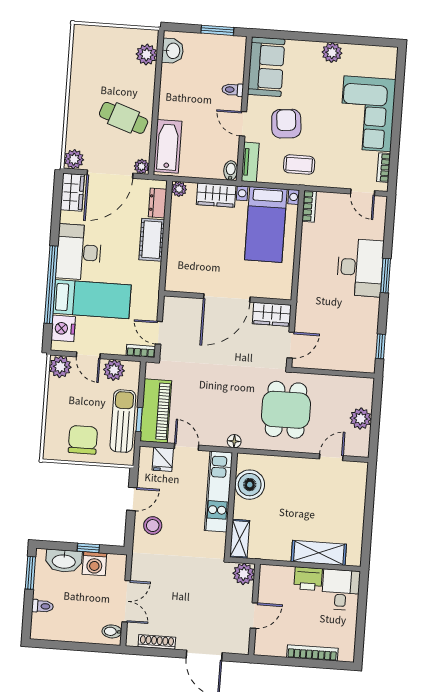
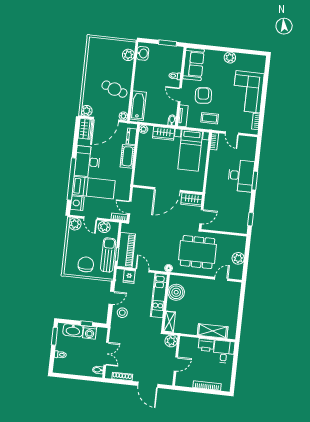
door: (363, 192) -> (232, 133), moved
dining table: (286, 410) -> (198, 252), width x1.38

